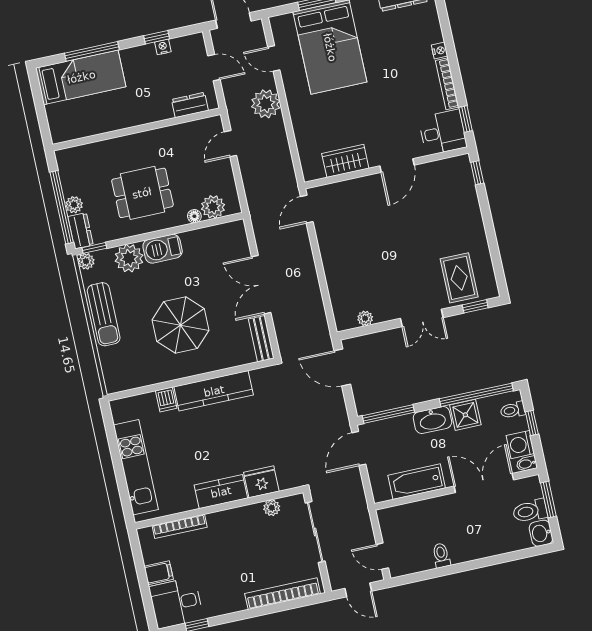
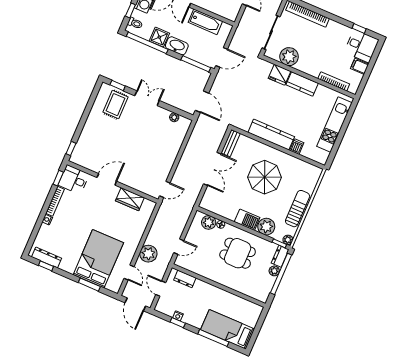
plant: (272, 508) -> (289, 57), width x1.88, depth x1.88

